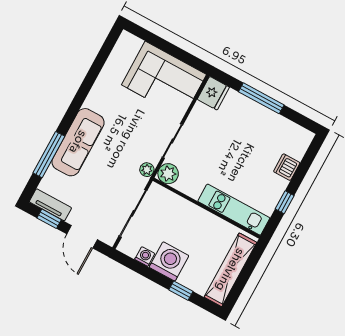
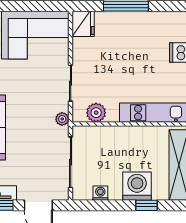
plant: (168, 174) -> (96, 113), moved
washing machine: (169, 261) -> (137, 186), moved

